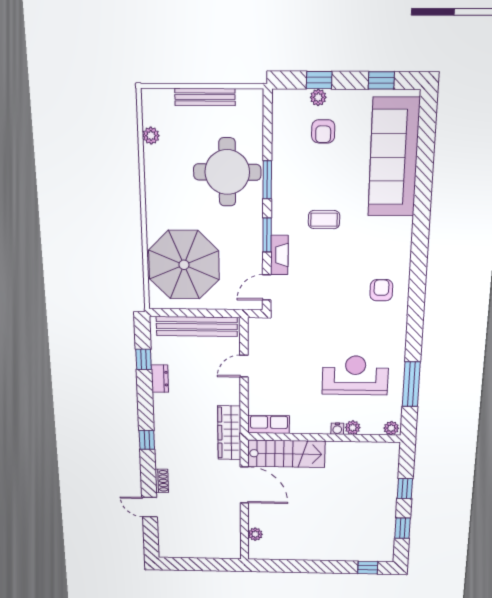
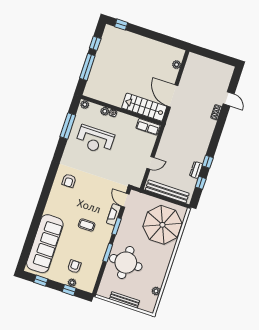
door: (267, 287) -> (125, 200), swing flipped
wardrobe: (229, 433) -> (170, 129), removed
window: (147, 440) -> (208, 162), moved
window: (405, 489) -> (87, 67), width x2.17

